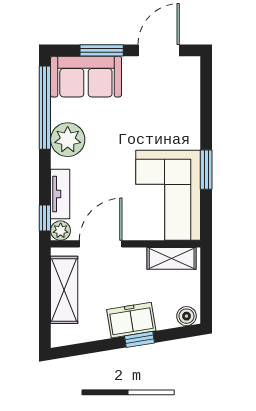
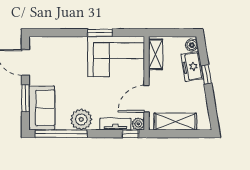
door: (101, 244) -> (147, 99), hinge flipped
freezer: (131, 320) -> (192, 67), moved

